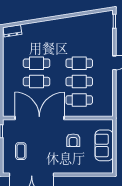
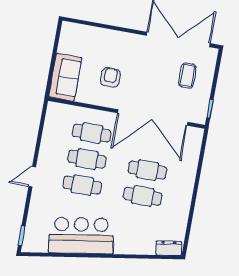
bar counter: (74, 29) -> (81, 236), added
sofa: (104, 145) -> (65, 77), moved

